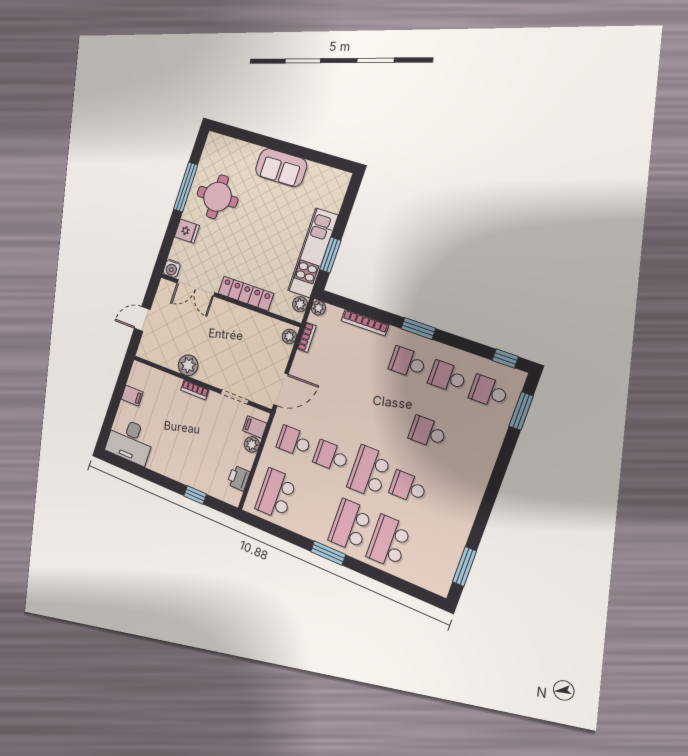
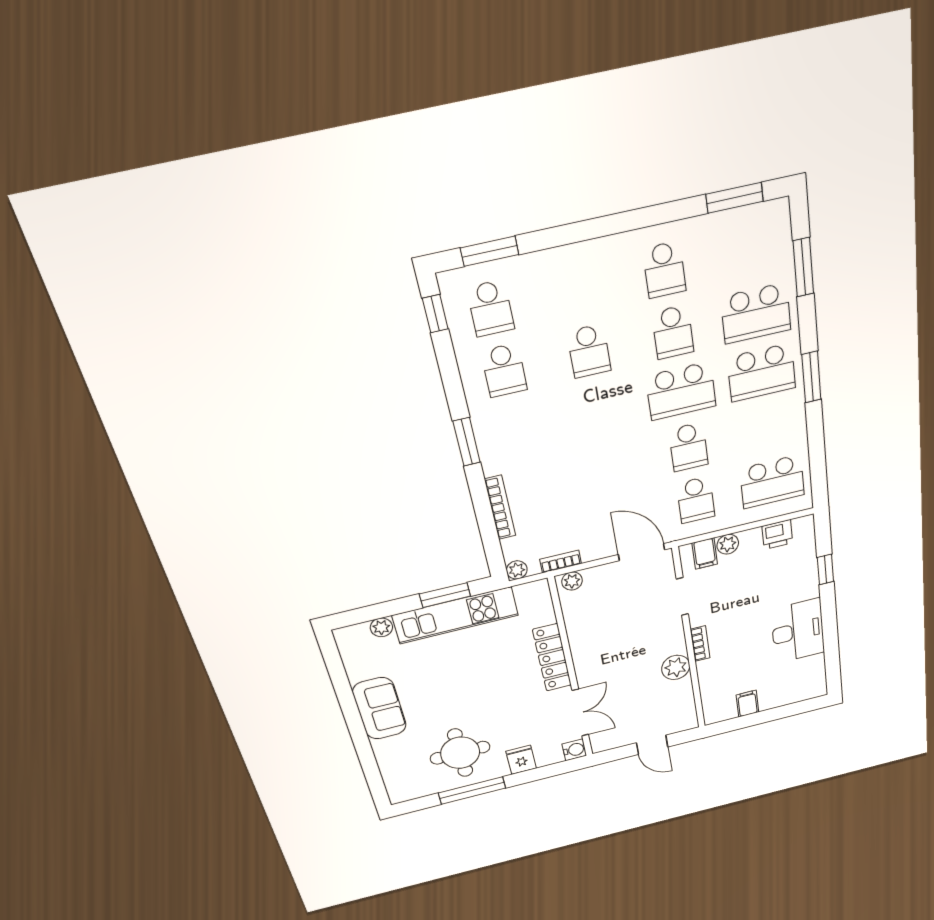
plant: (300, 304) -> (381, 627), moved
school desk: (407, 362) -> (664, 270), moved
desk: (130, 441) -> (798, 631), moved
window: (399, 584) -> (803, 267), added

